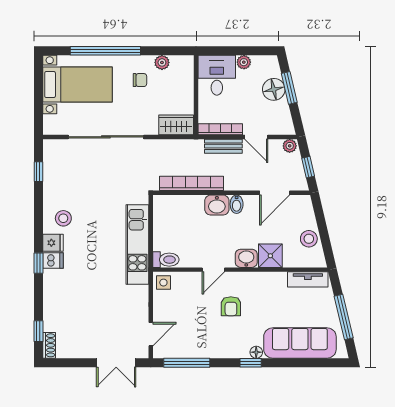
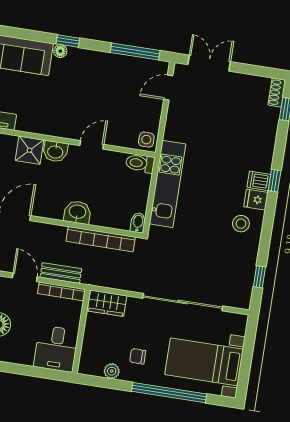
plant: (244, 62) -> (26, 358), removed
bidet: (237, 204) -> (138, 223), moved
armchair: (231, 306) -> (79, 104), removed

